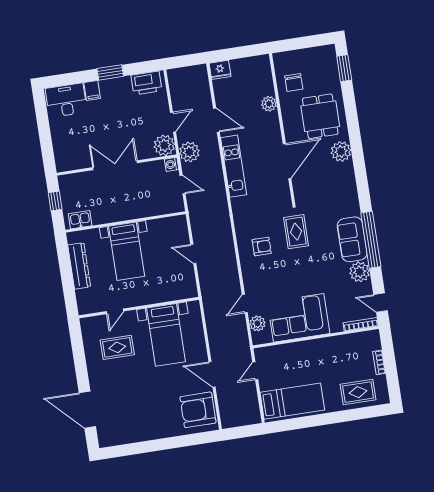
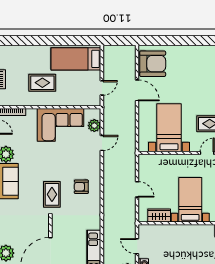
wardrobe: (162, 226) -> (159, 216), added
rug: (358, 392) -> (42, 83), moved

